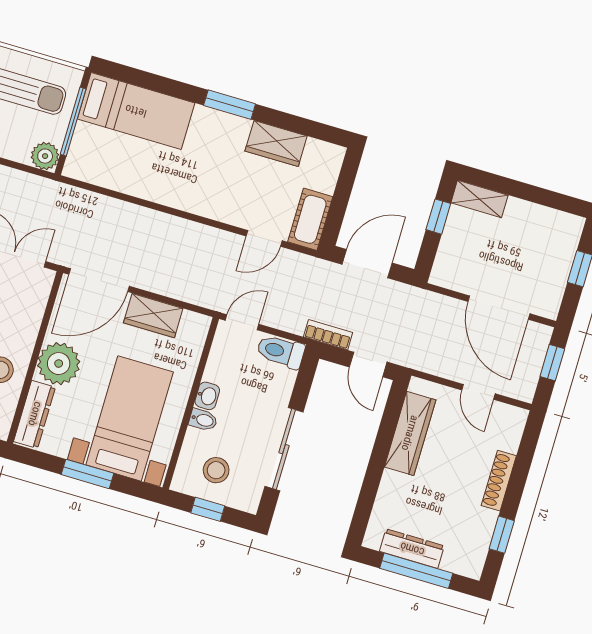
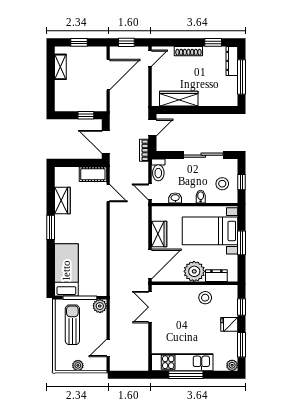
shelving: (479, 199) -> (60, 67), moved
window: (438, 217) -> (86, 115), moved
door: (99, 280) -> (150, 264), hinge flipped
door: (478, 392) -> (150, 58), moved
washbasin: (207, 396) -> (175, 198), moved
dresser: (35, 414) -> (216, 276), width x0.70
dresser: (412, 549) -> (232, 61), moved

